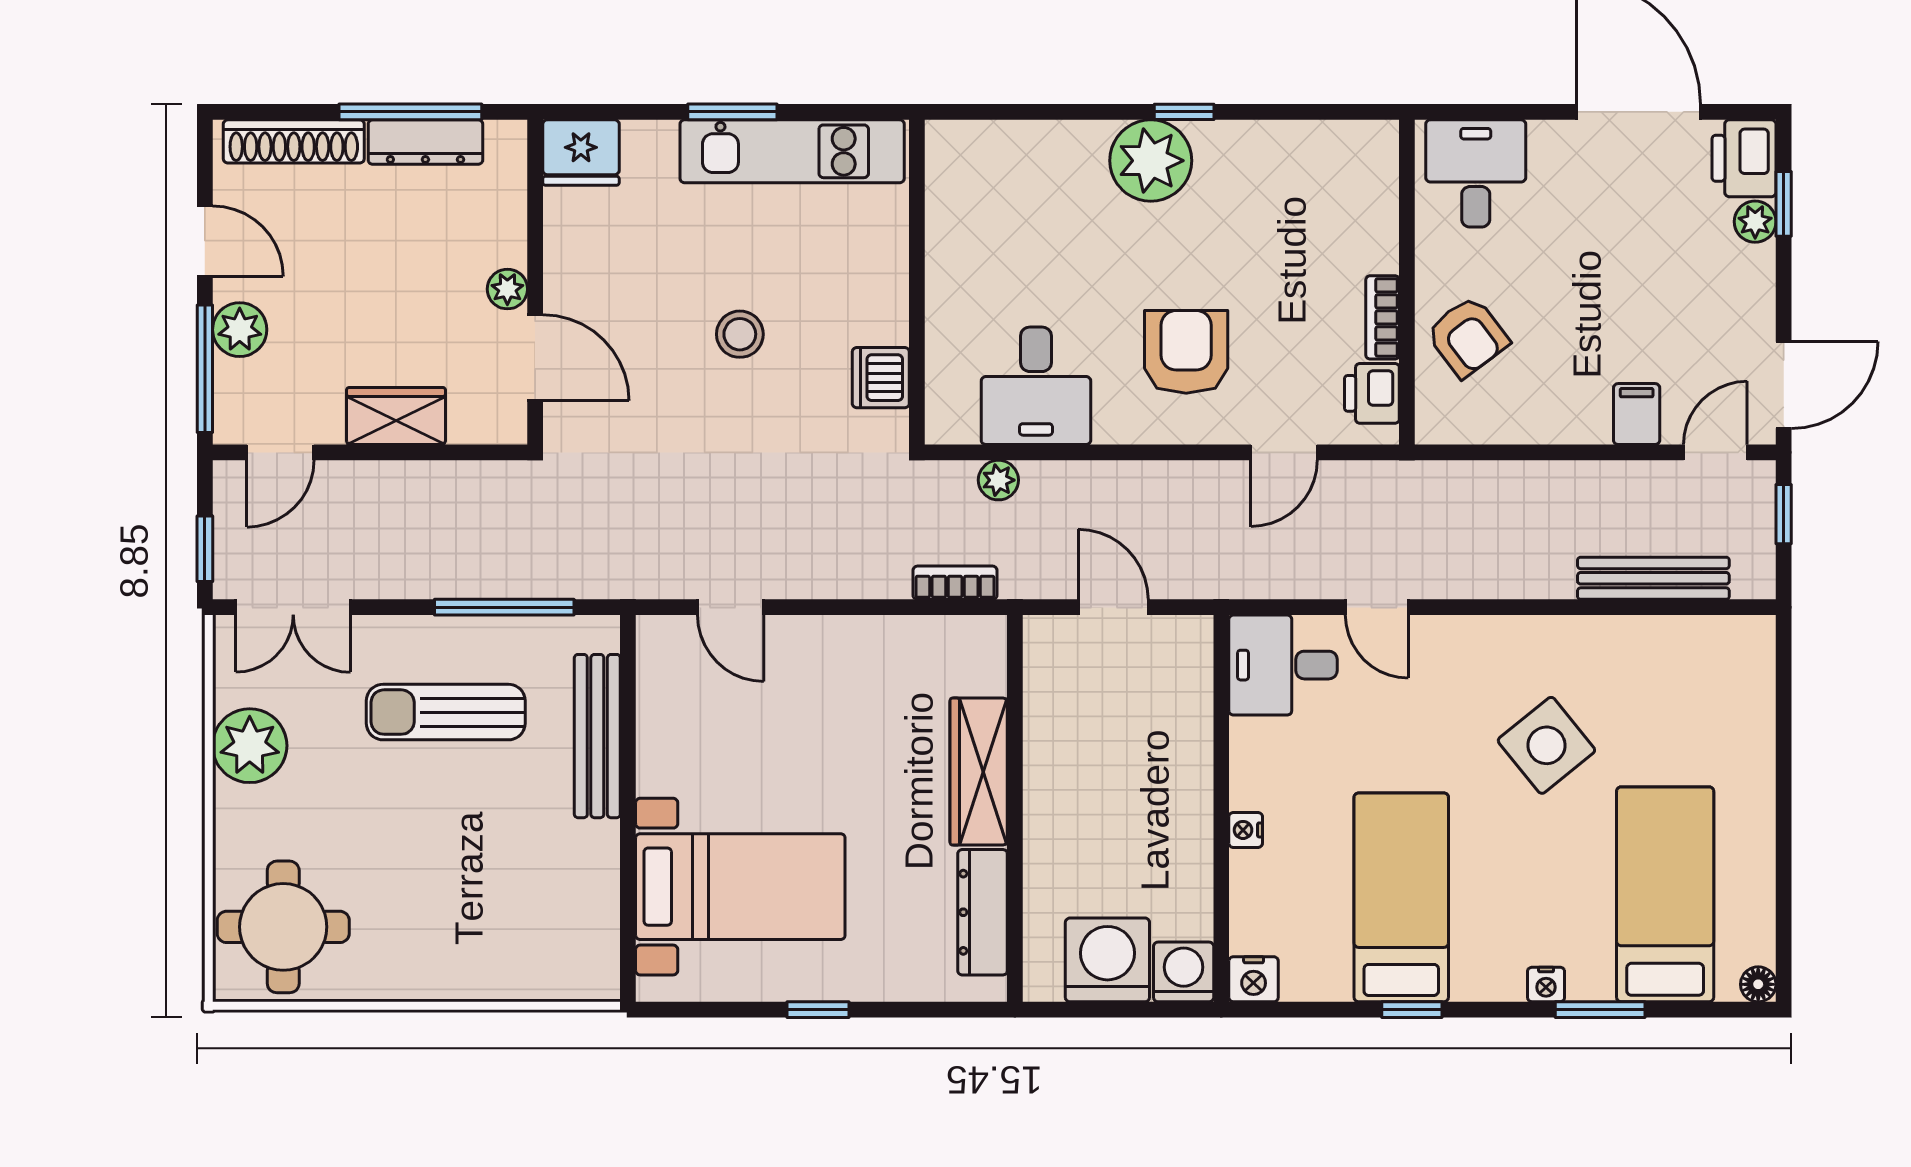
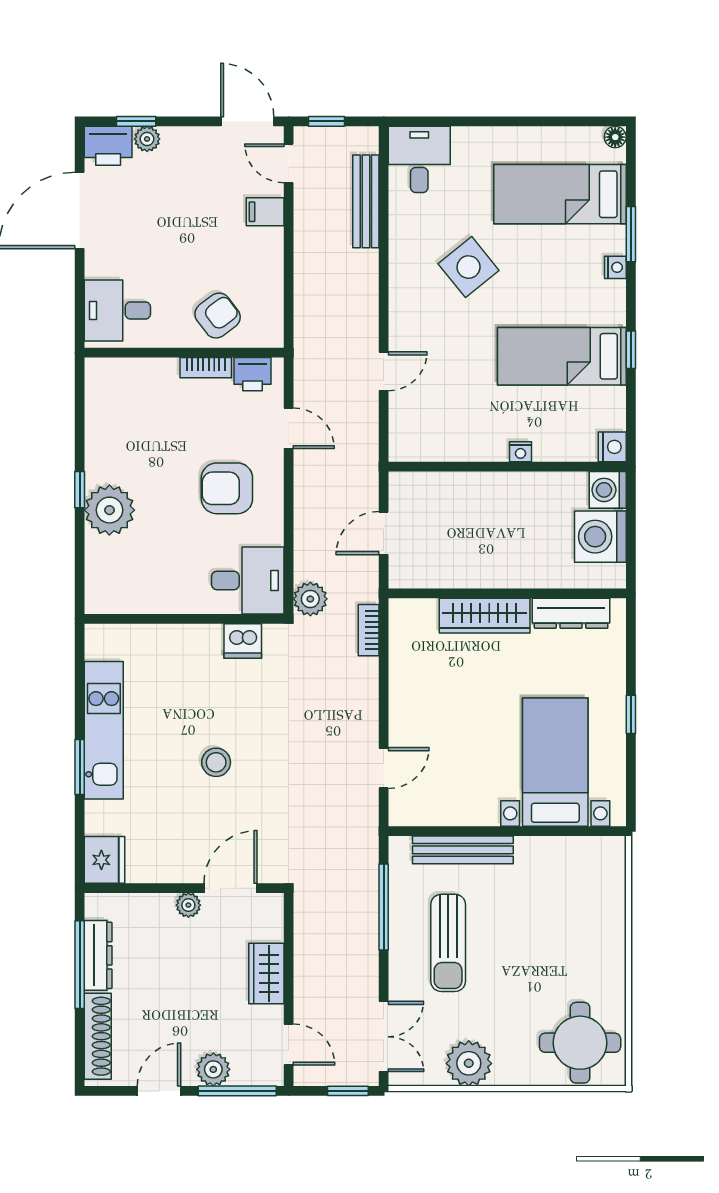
wall: (917, 282) -> (184, 619), moved
dishwasher: (881, 378) -> (243, 641), moved
plant: (998, 480) -> (310, 599), width x1.38, depth x1.38
desk: (1283, 665) -> (419, 159), moved, turned 180

